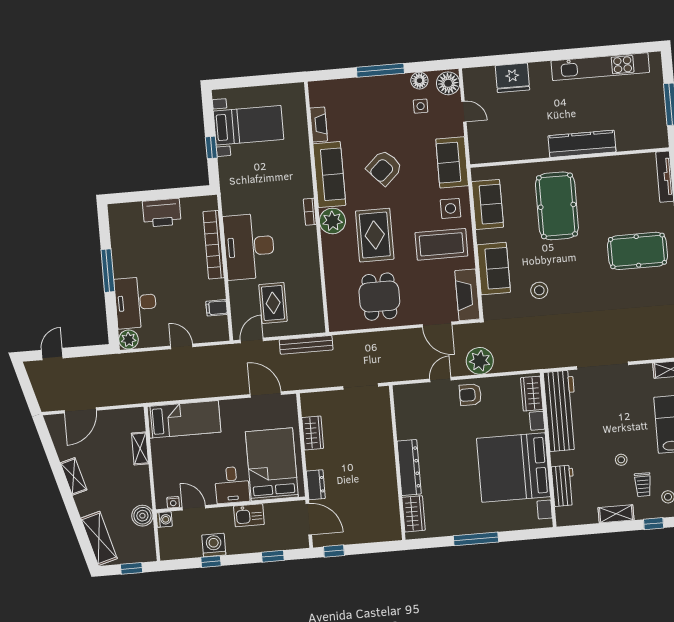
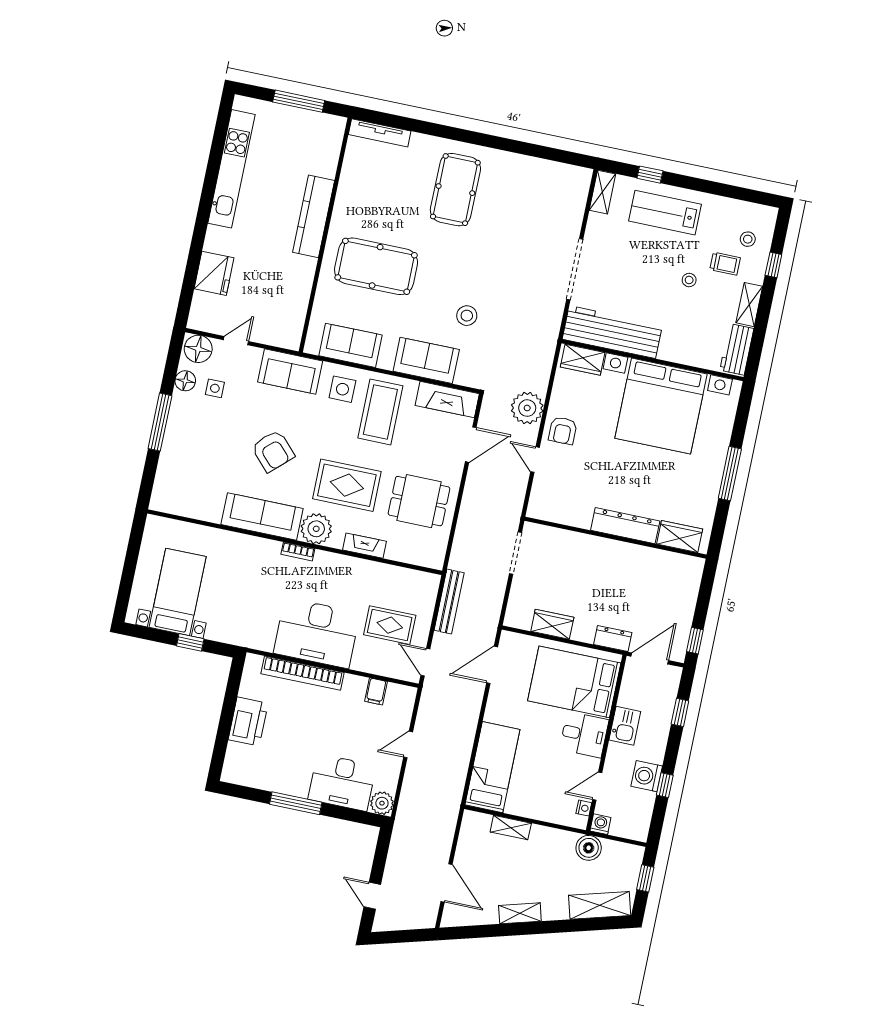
fireplace: (319, 124) -> (364, 546), moved
workbench: (563, 486) -> (737, 349), moved, turned -90

